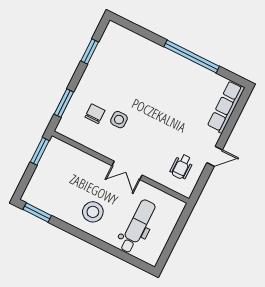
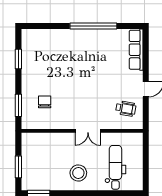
side table: (119, 120) -> (64, 97), removed
window: (40, 151) -> (18, 167), moved
wheelchair: (182, 167) -> (126, 109), turned -80

